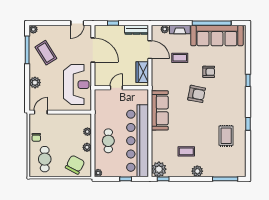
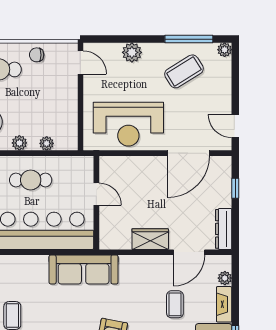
door: (116, 88) -> (96, 194), moved
wall: (121, 88) -> (96, 203), moved

